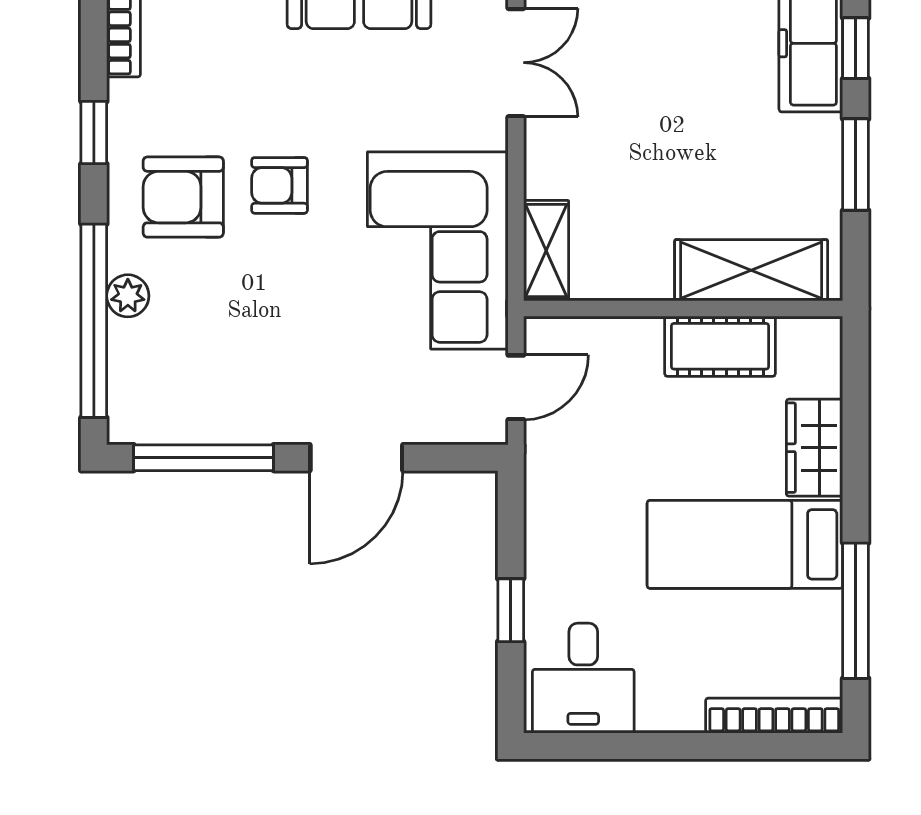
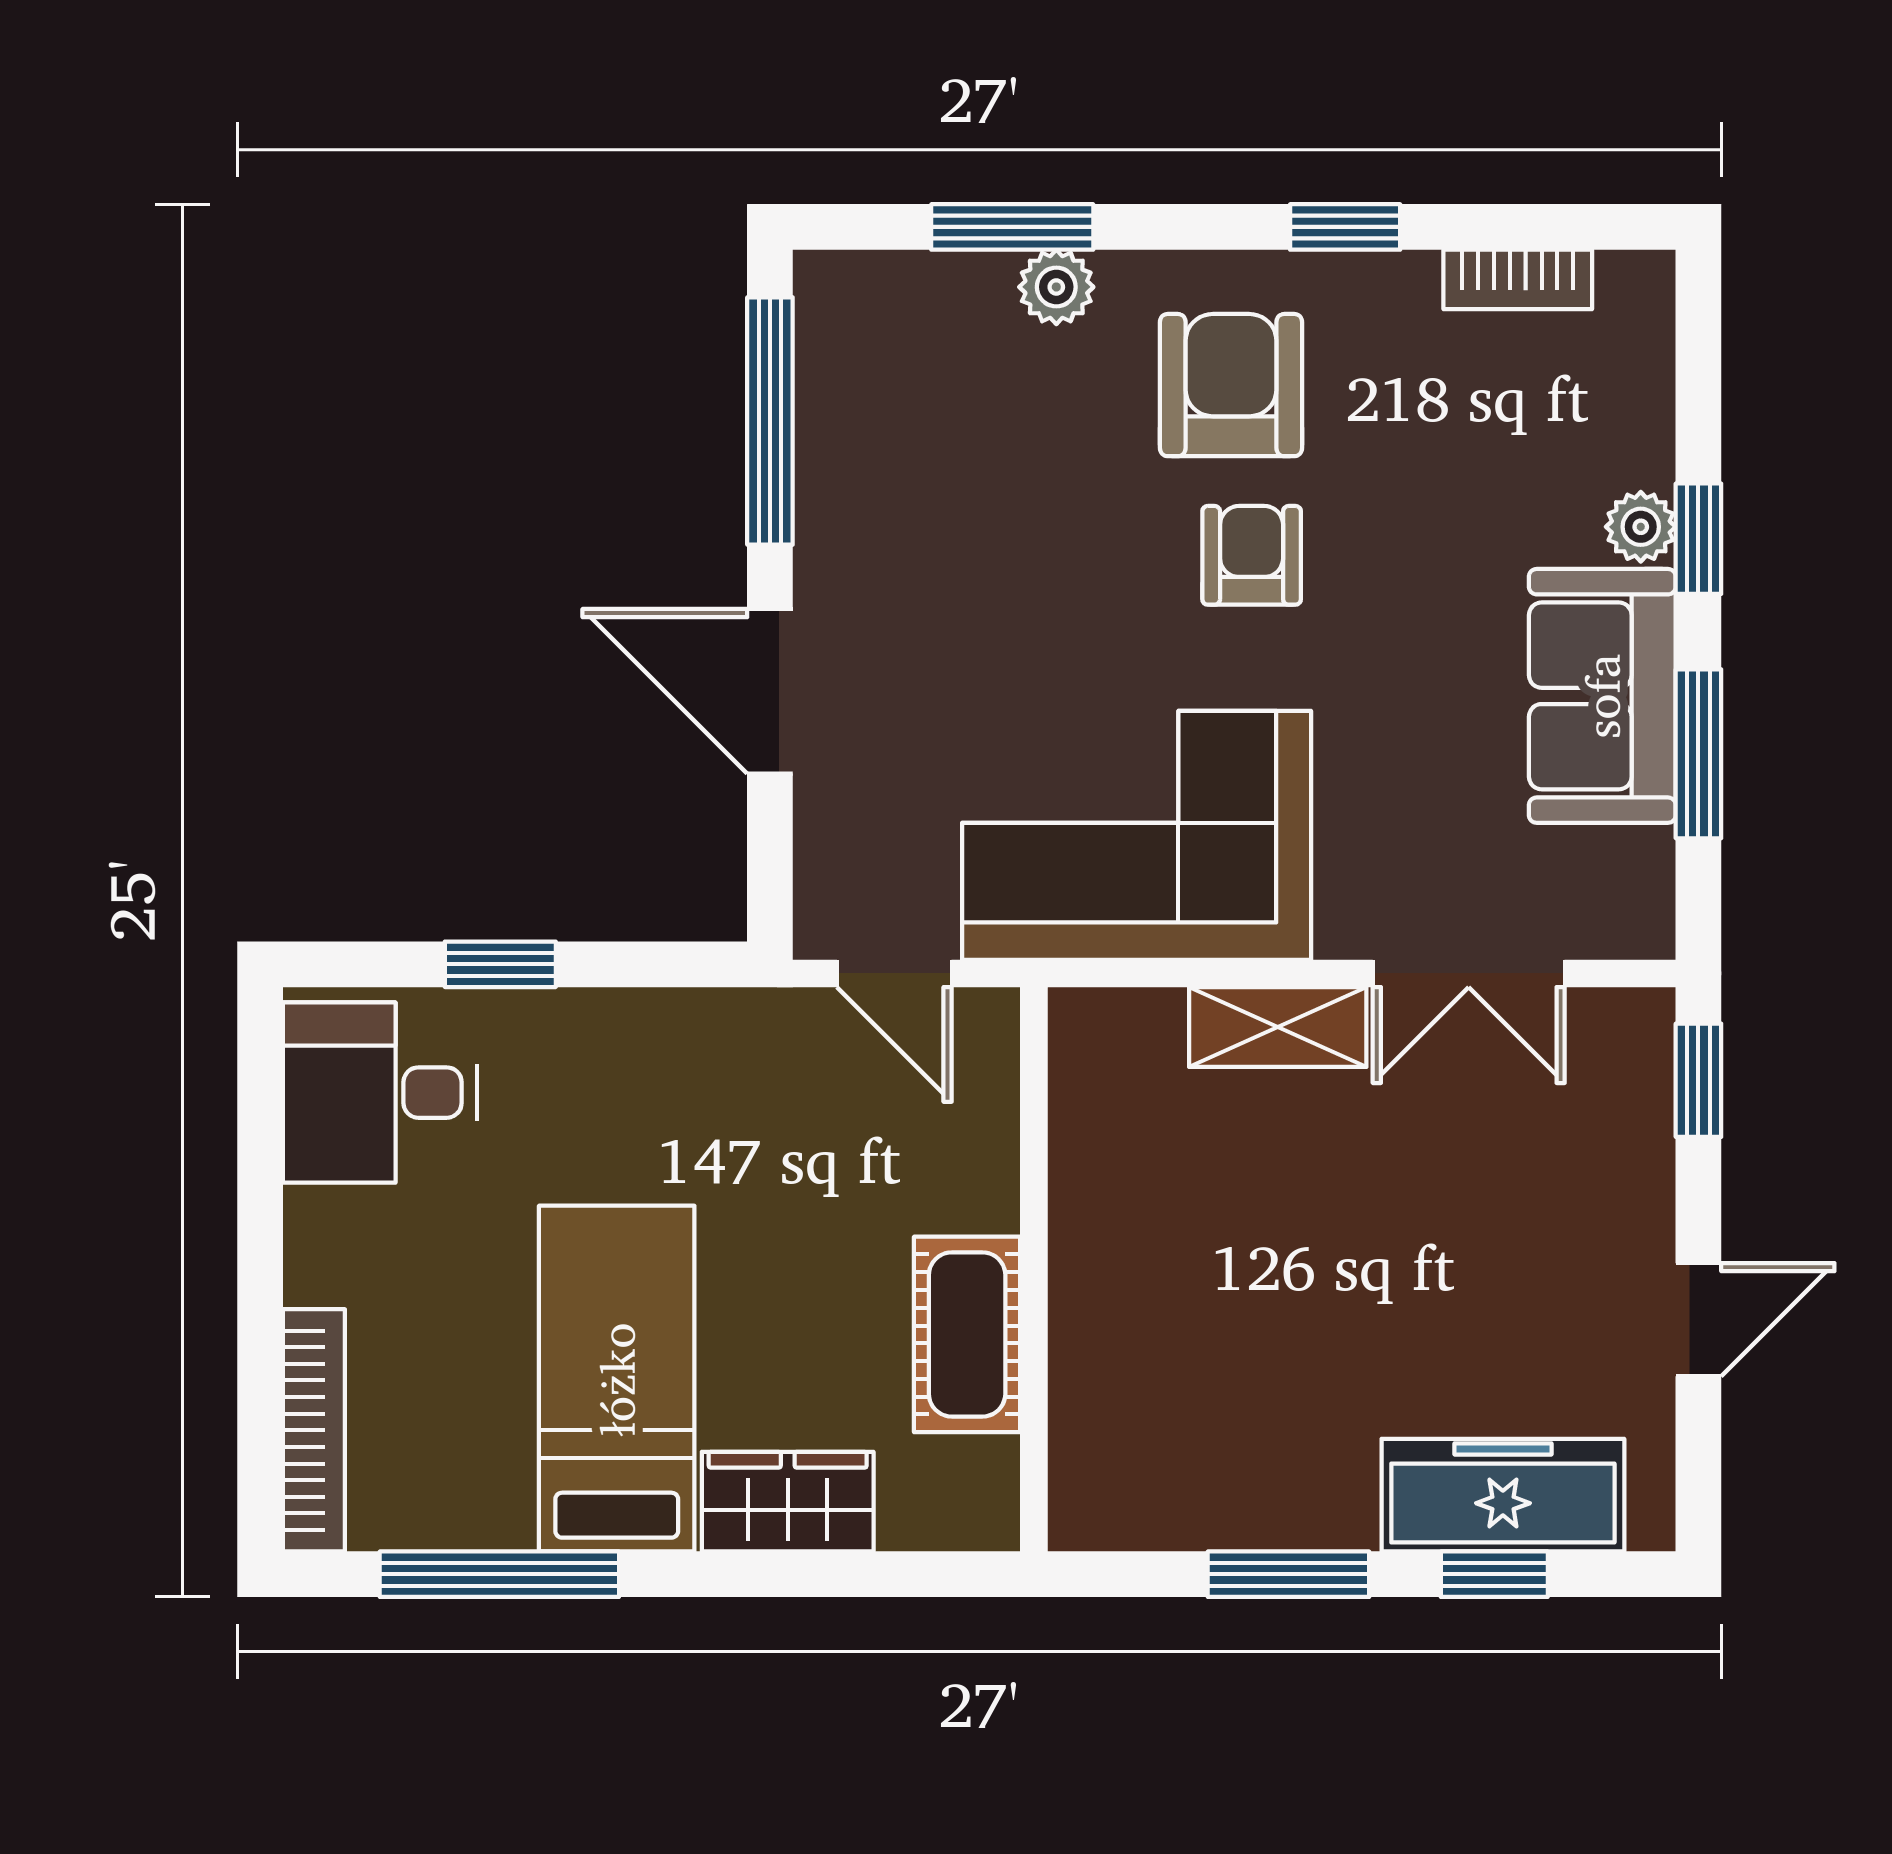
shelving: (546, 251) -> (1278, 1027), moved
shelving: (751, 270) -> (1102, 1389), removed
window: (94, 321) -> (1012, 227), width x0.47

